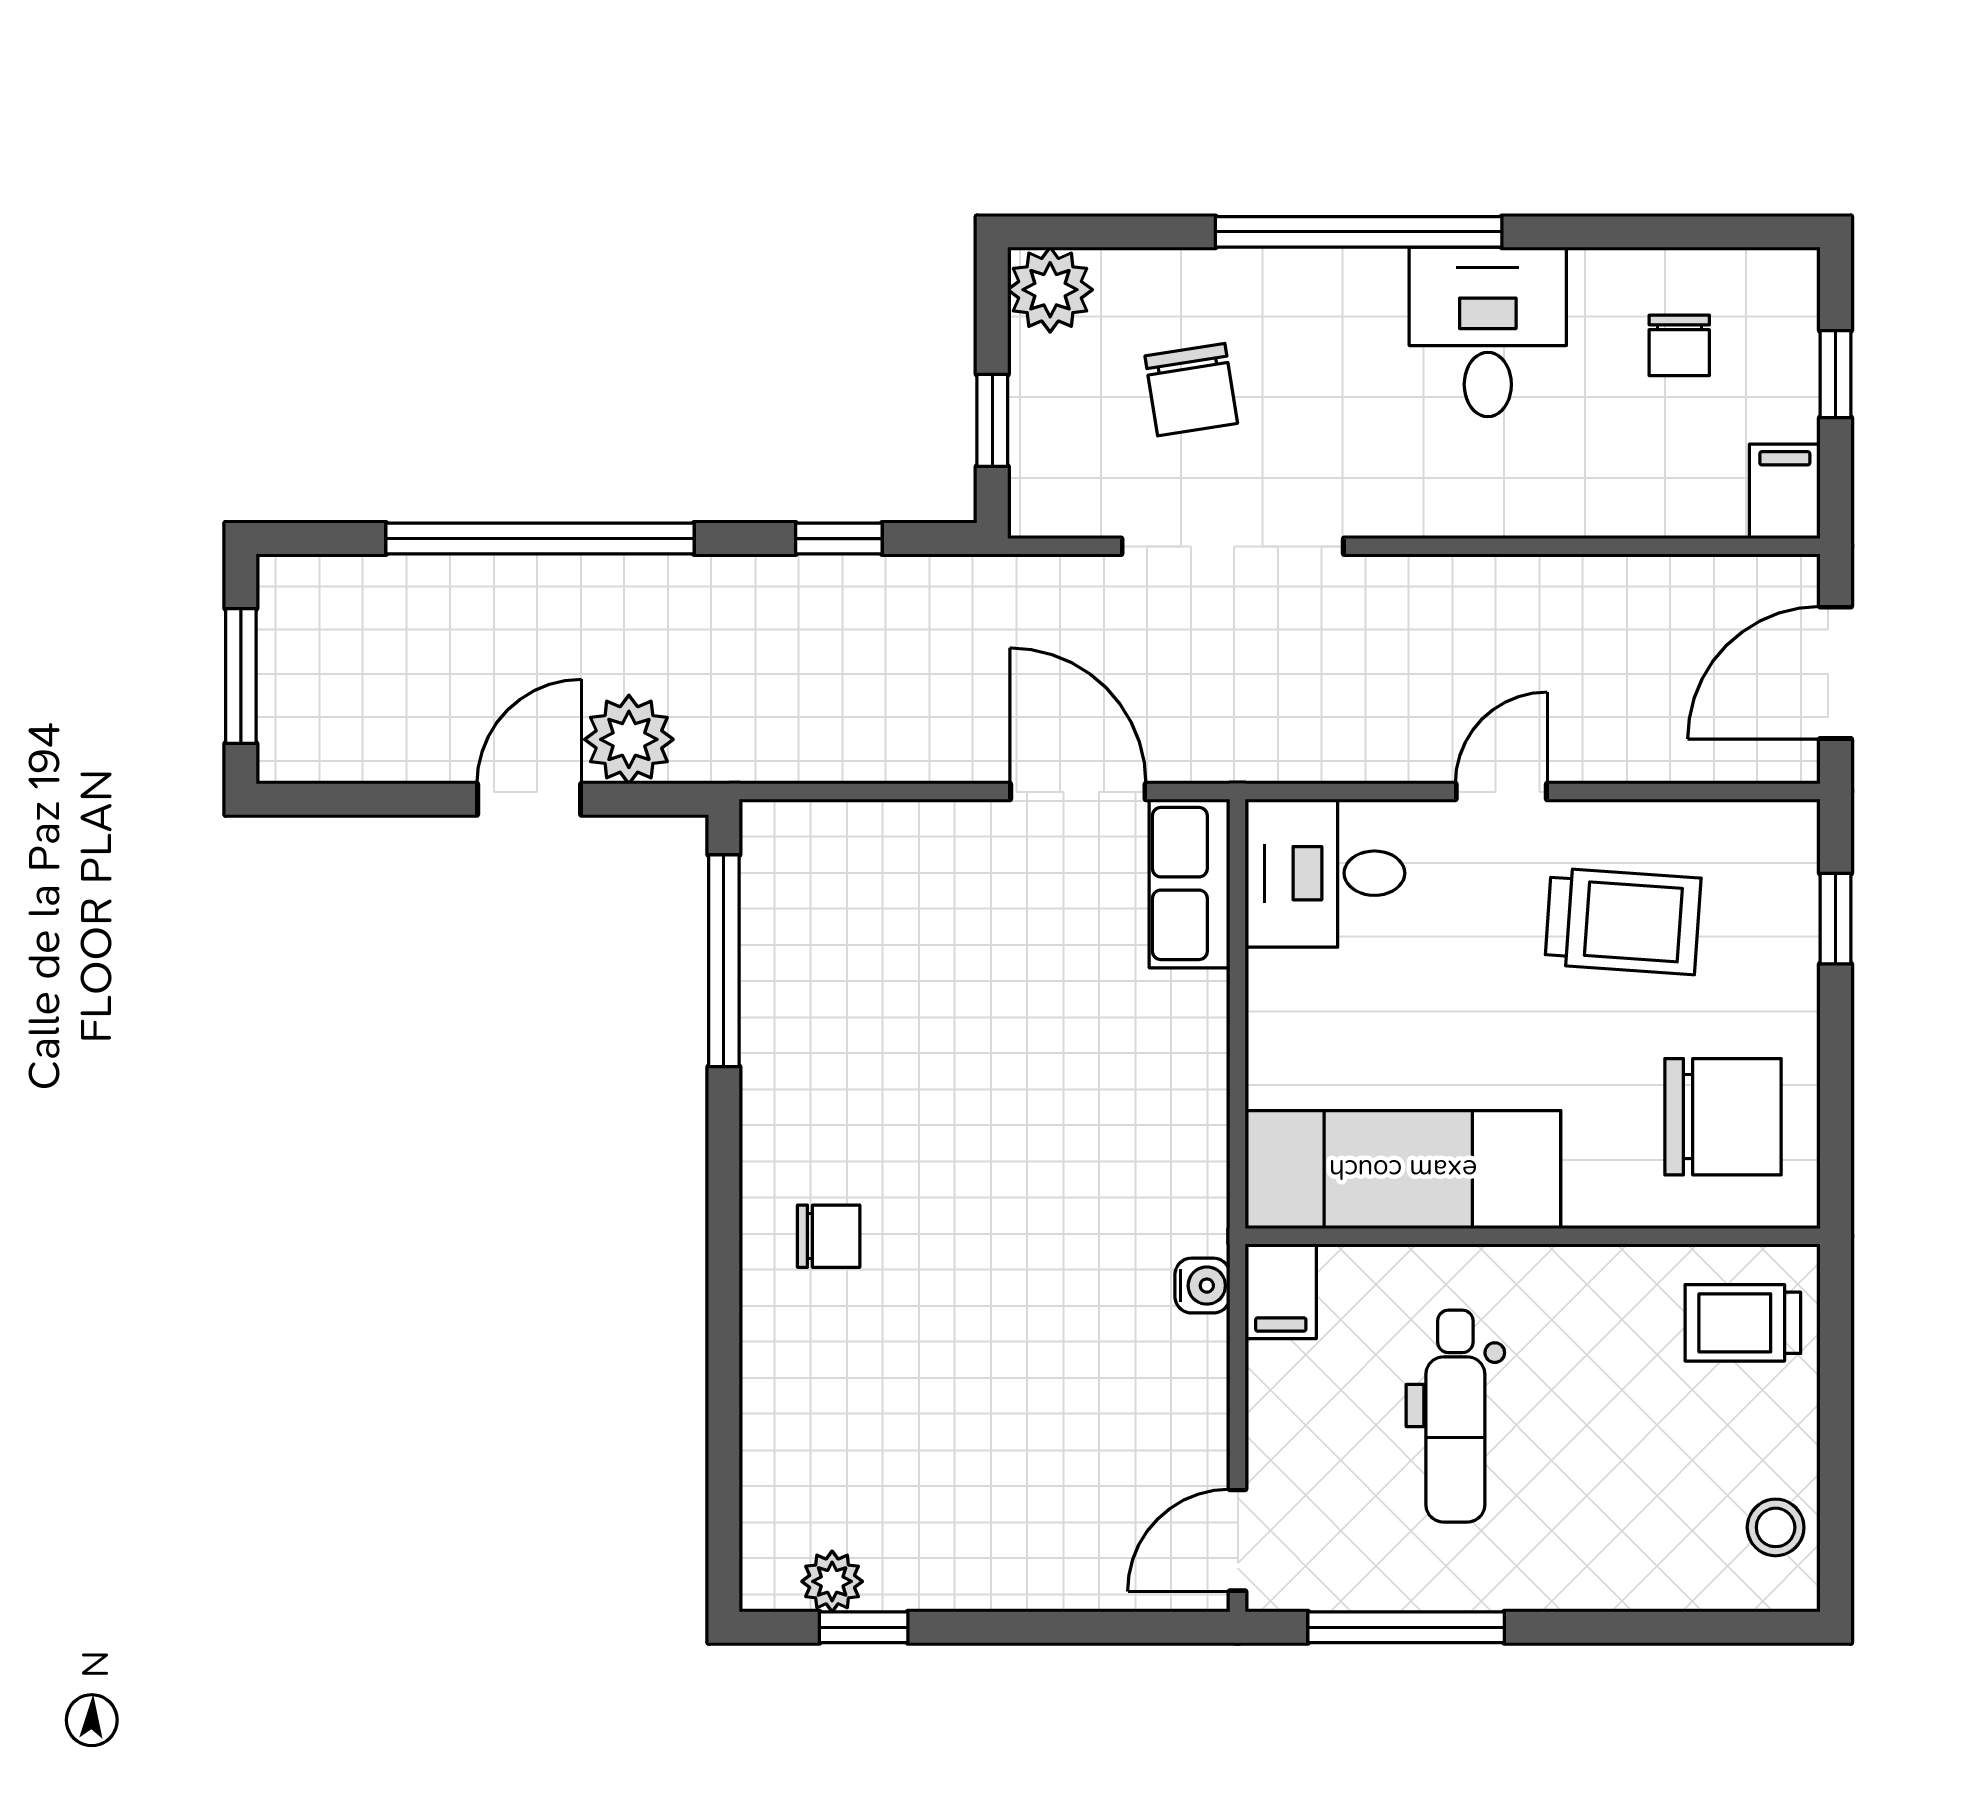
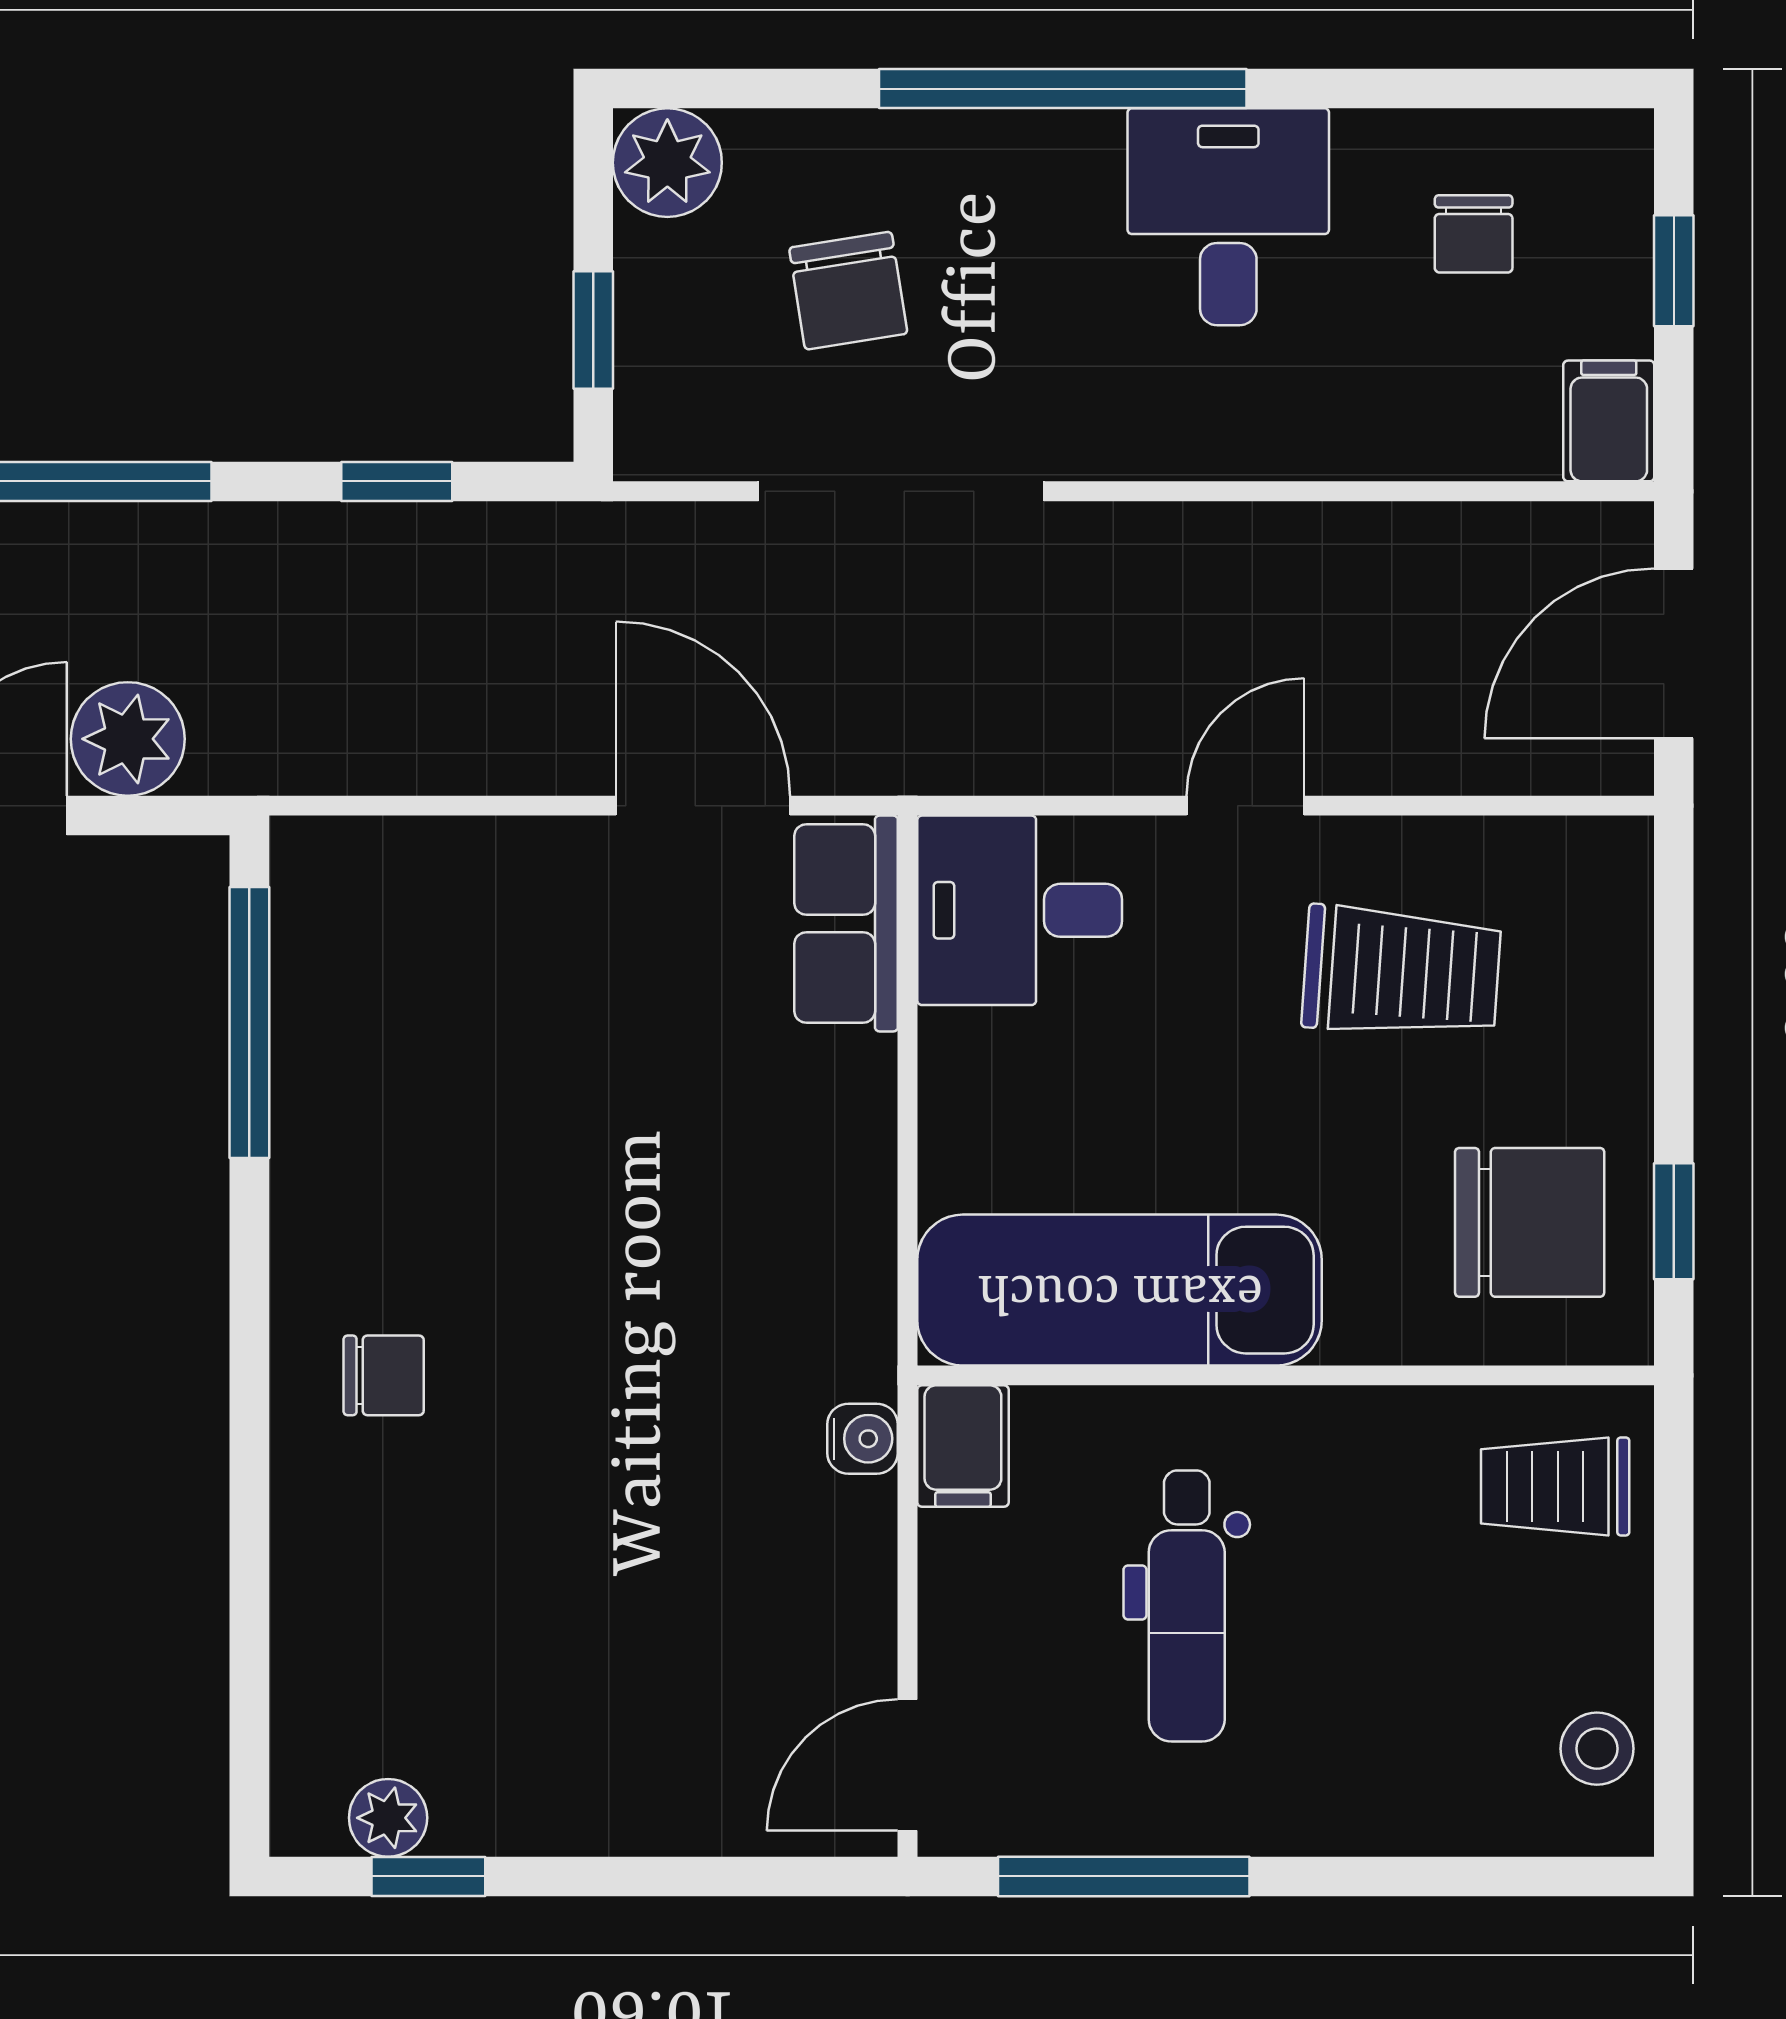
window: (1836, 919) -> (1674, 1221), moved

